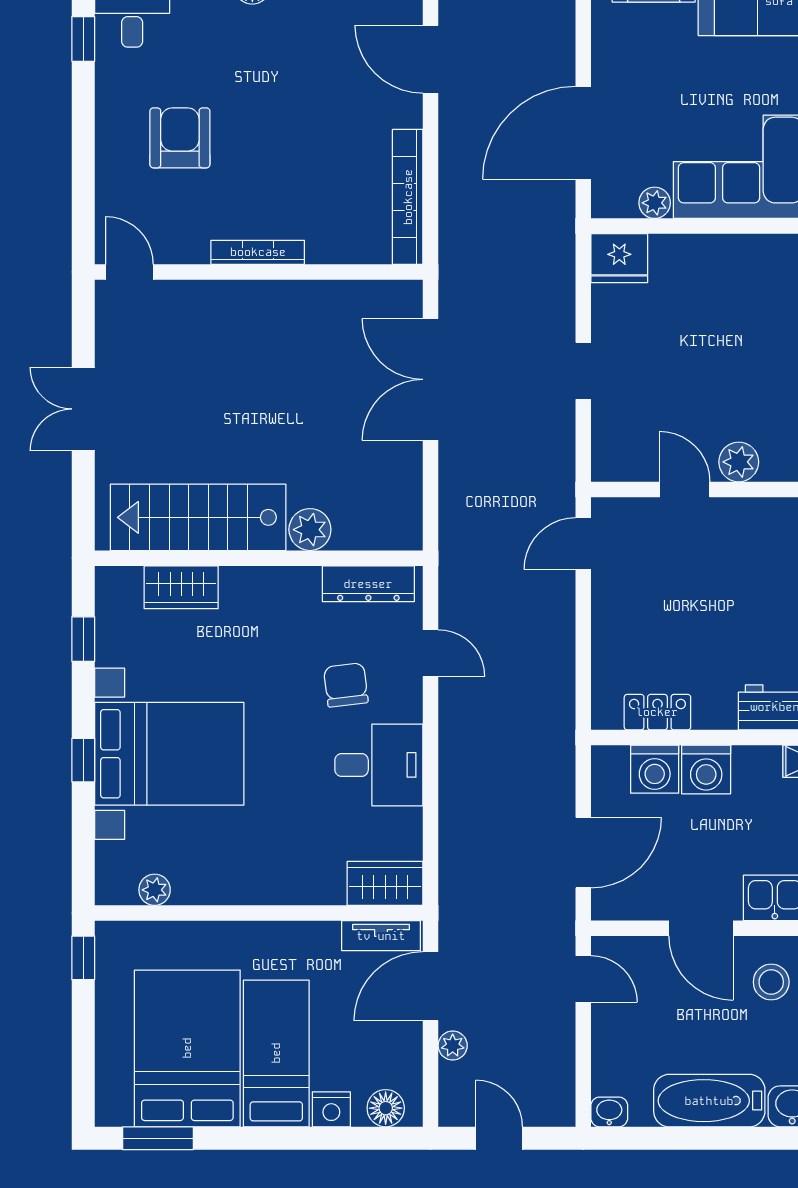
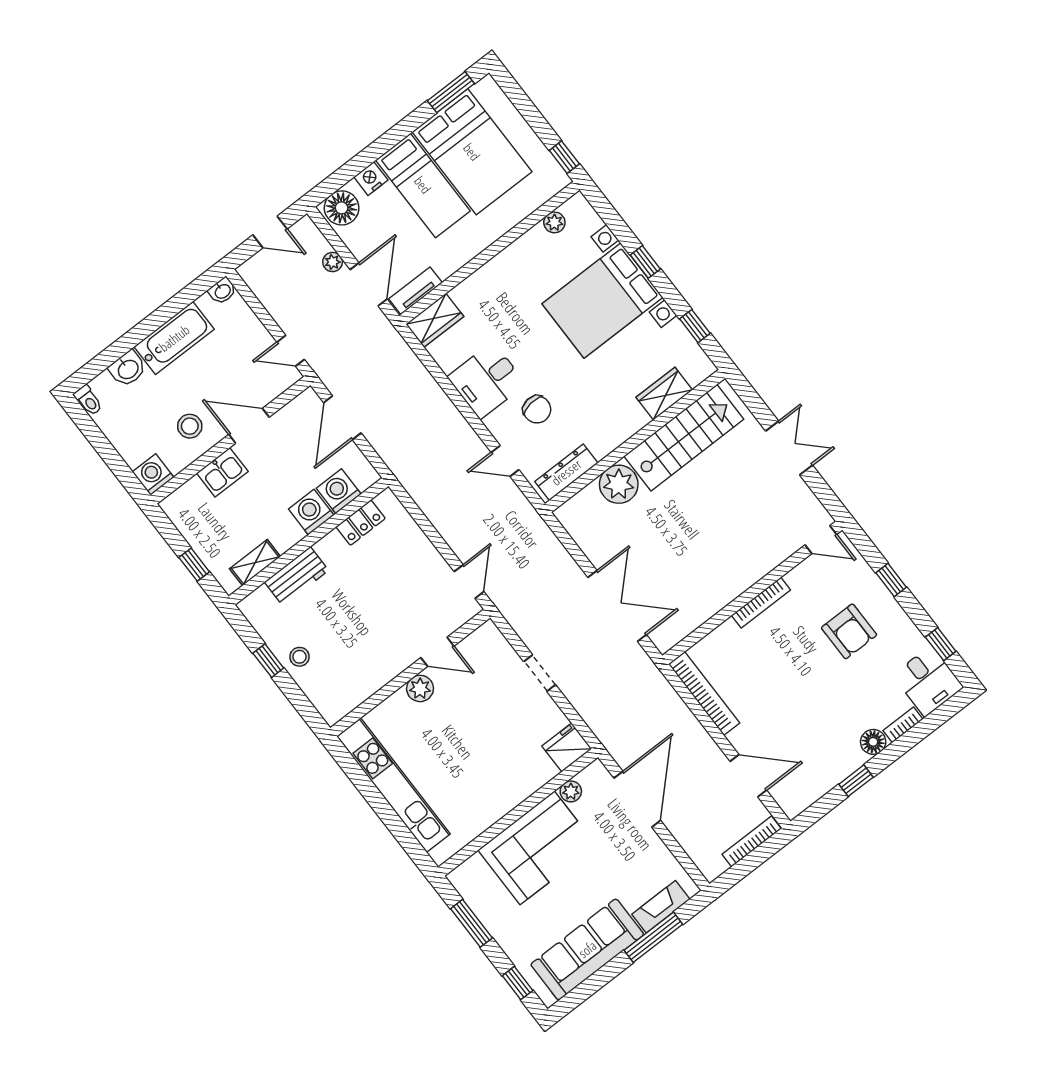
window: (83, 160) -> (891, 580), added
plant: (310, 530) -> (619, 484), width x1.36, depth x1.36
floor lamp: (386, 1108) -> (342, 208), width x1.38, depth x1.38

